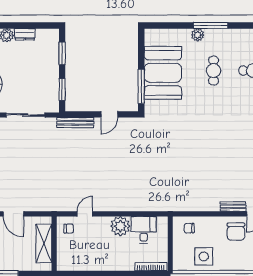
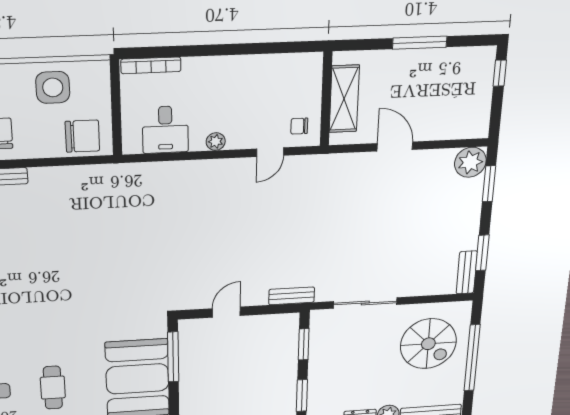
bench: (75, 123) -> (292, 296), width x0.73
plant: (120, 226) -> (216, 142), width x0.53, depth x0.53
chair: (189, 228) -> (82, 136), width x1.87, depth x1.87

